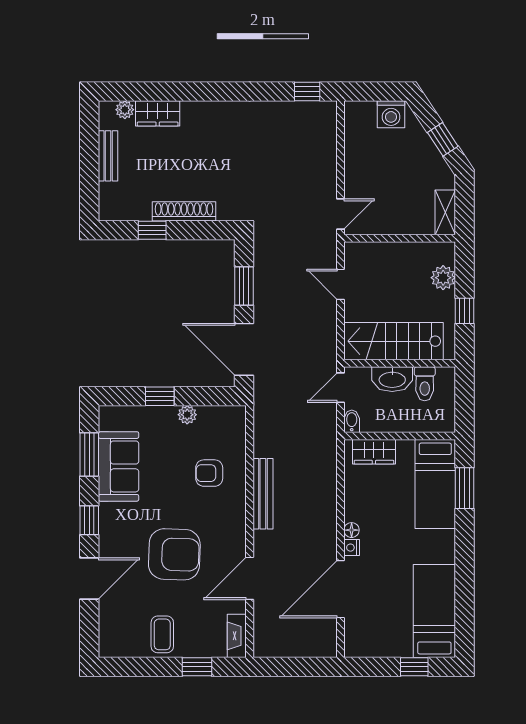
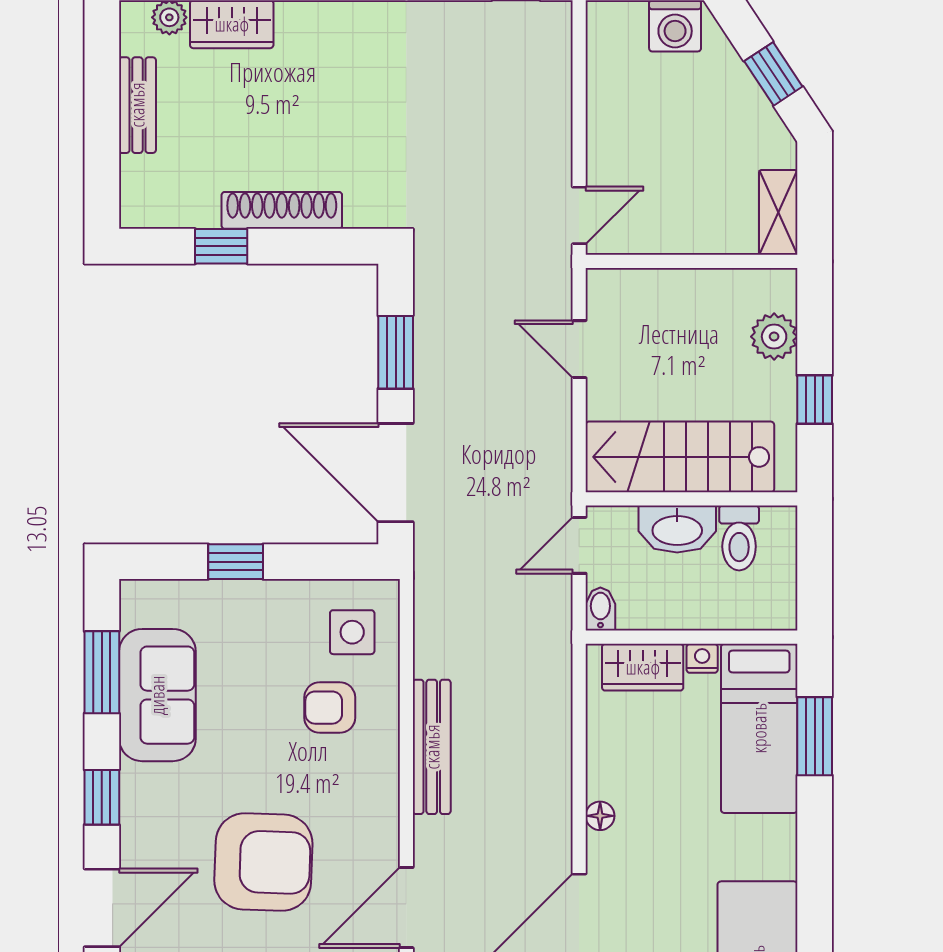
plant: (187, 415) -> (288, 597), removed
side table: (221, 433) -> (352, 632), added
nightstand: (352, 548) -> (702, 658), moved, turned 90

